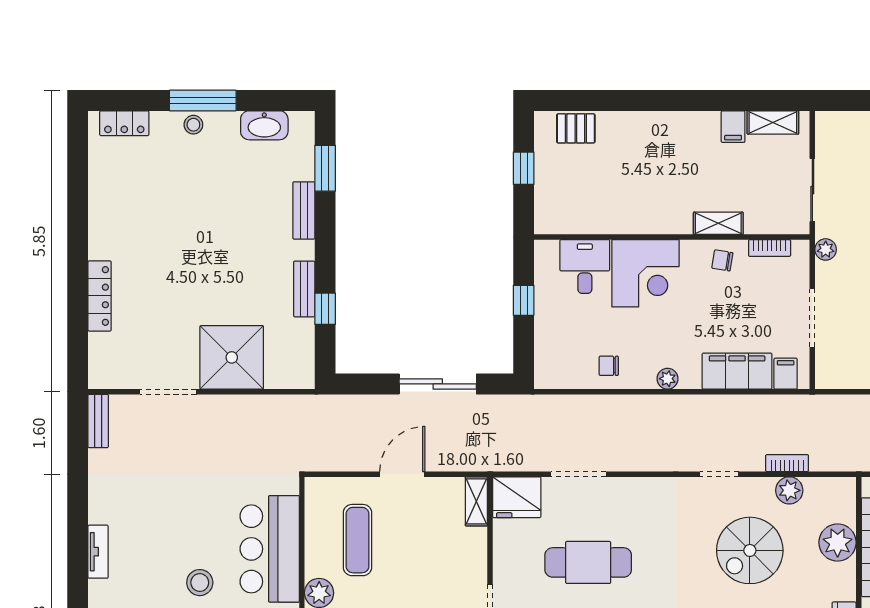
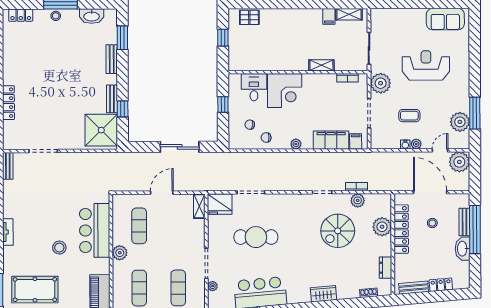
plant: (826, 249) -> (381, 83), width x1.87, depth x1.87
chair: (722, 260) -> (250, 125), moved
shower: (232, 357) -> (101, 130), moved

